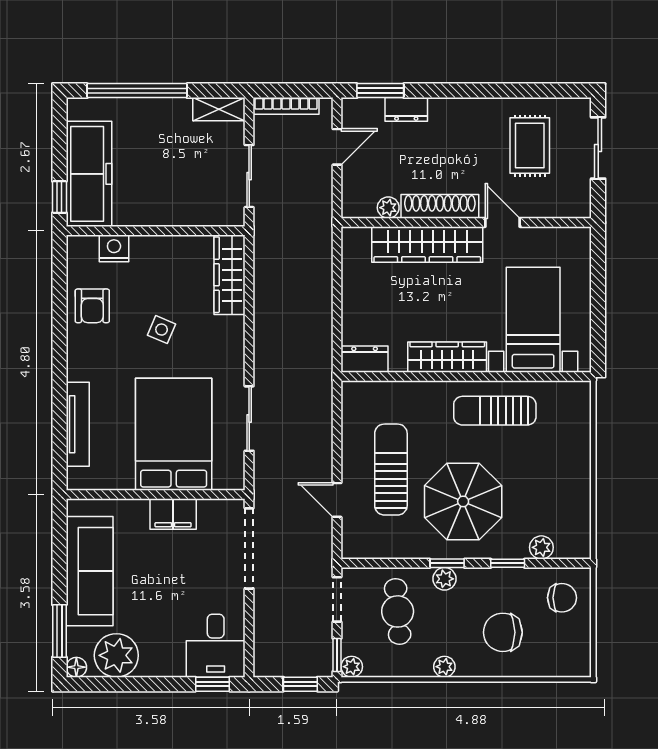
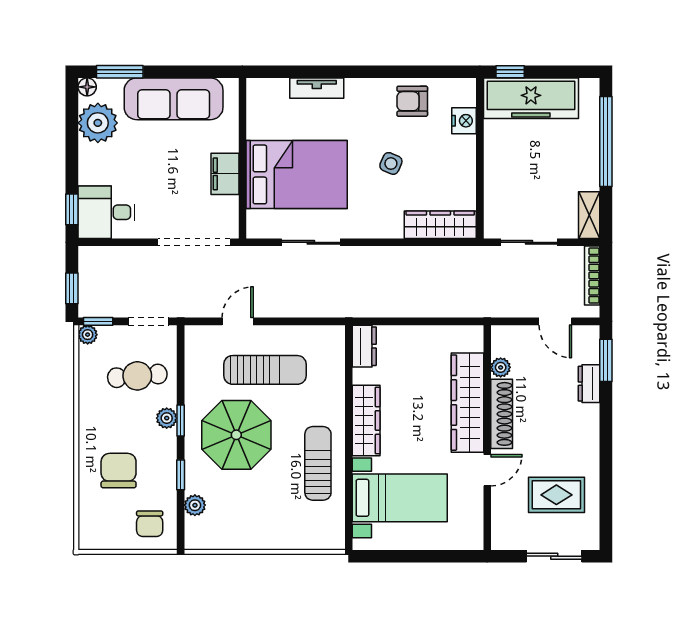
tv unit: (78, 424) -> (317, 88), width x0.71
plant: (444, 667) -> (88, 418), removed

